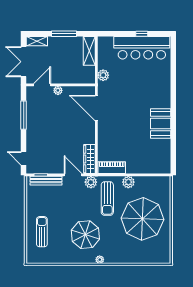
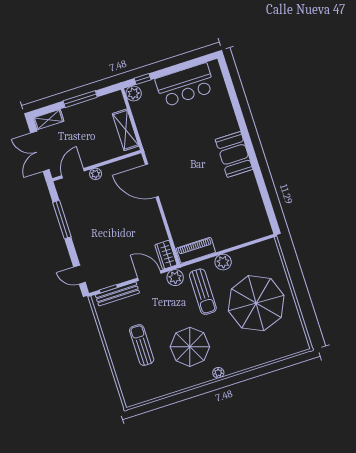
window: (142, 34) -> (143, 79), moved
bar counter: (142, 48) -> (185, 85), width x0.73
shelving: (89, 51) -> (126, 130), moved
plant: (103, 75) -> (134, 93), moved
booth: (161, 124) -> (234, 154), moved
wardrobe: (89, 159) -> (166, 255), width x0.67
sun lounger: (42, 232) -> (142, 345), moved

